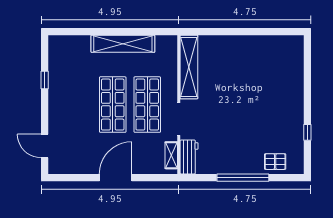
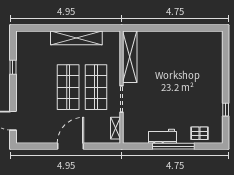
workbench: (189, 157) -> (163, 136), moved, turned -90

